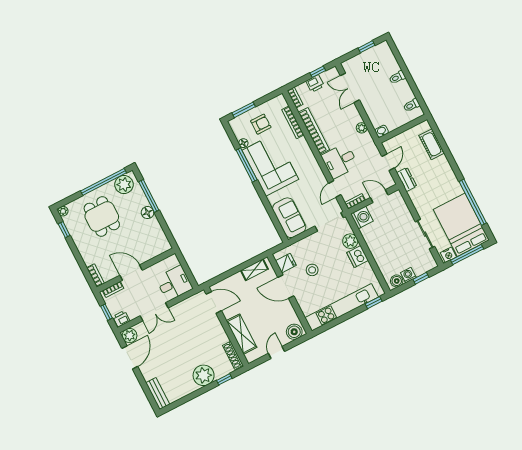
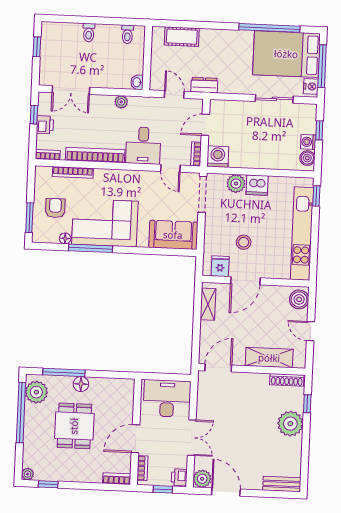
dining table: (102, 217) -> (74, 426), moved, turned 90
desk: (174, 283) -> (167, 398), width x1.37

